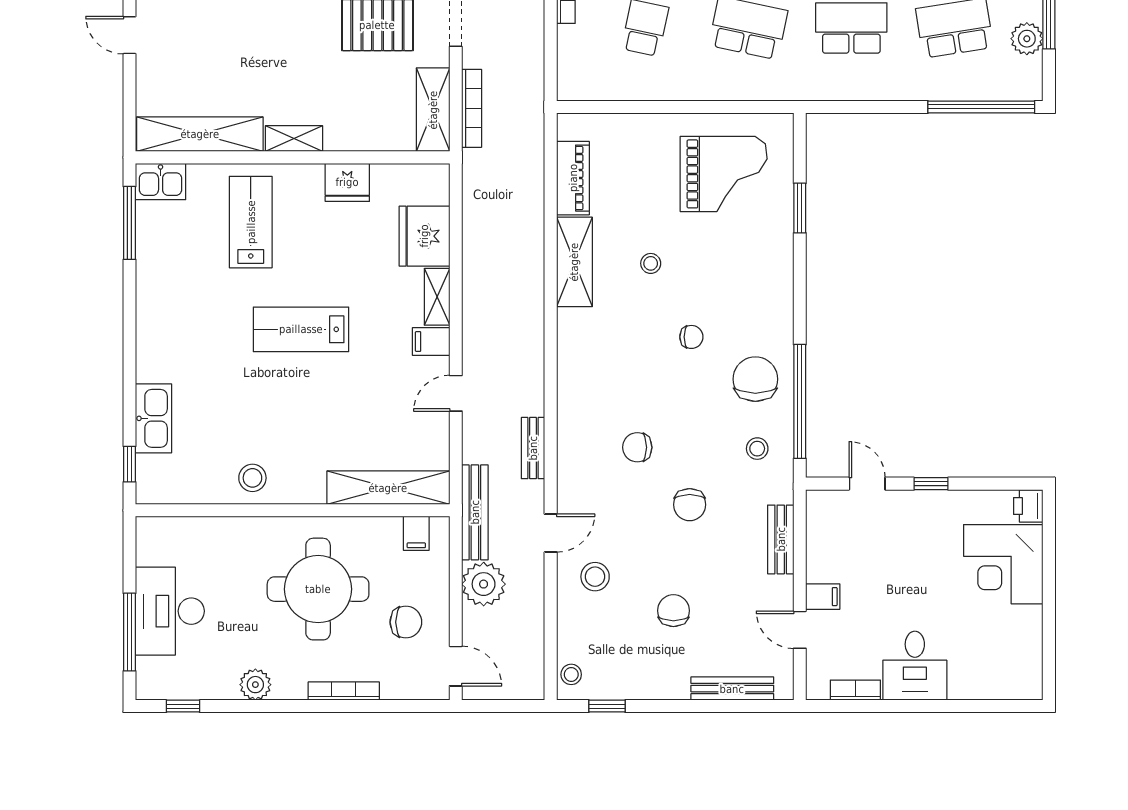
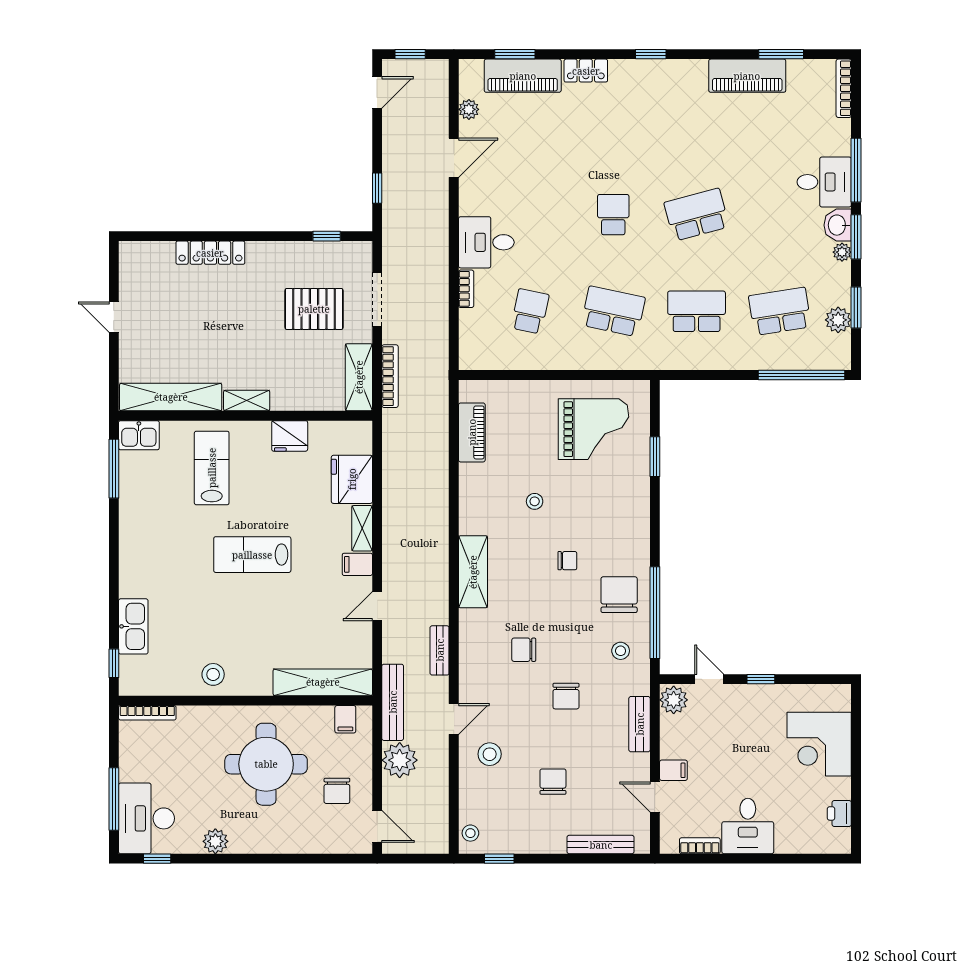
shelving: (574, 262) -> (473, 572), moved
printer: (1028, 506) -> (839, 813), moved
plant: (823, 509) -> (674, 700), added
desk: (170, 611) -> (146, 818), moved
chair: (406, 622) -> (337, 791), turned 90
bookcase: (344, 691) -> (147, 713), moved, turned 180

